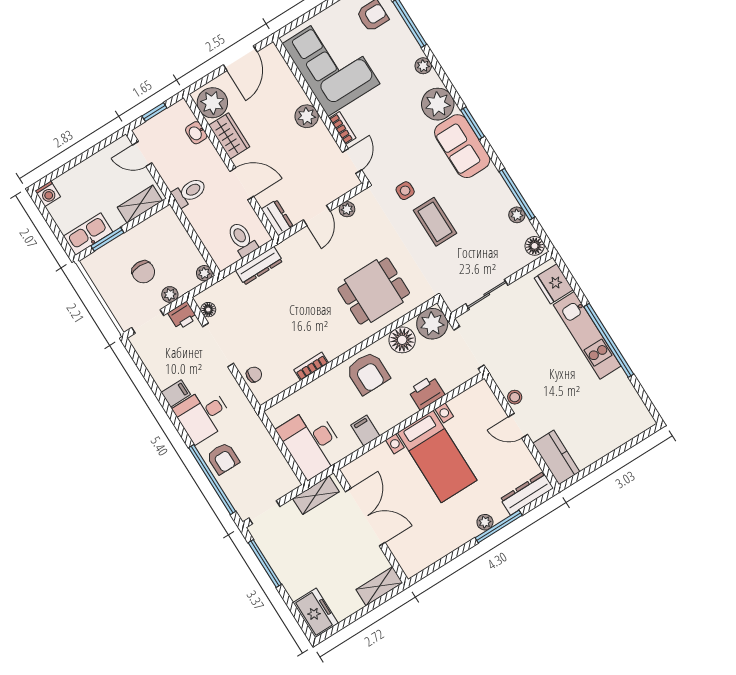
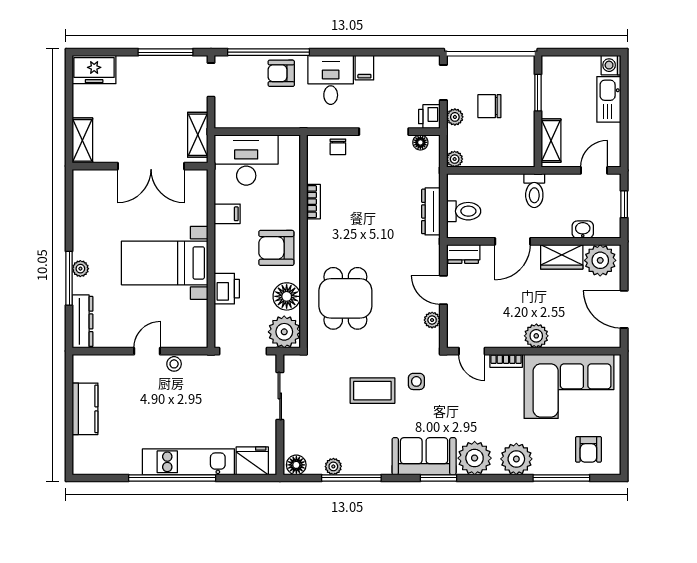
plant: (423, 66) -> (516, 459), width x1.87, depth x1.87
kitchen sink: (88, 234) -> (609, 99), moved, turned 180
kitchen counter: (556, 457) -> (85, 409), moved, turned -90

